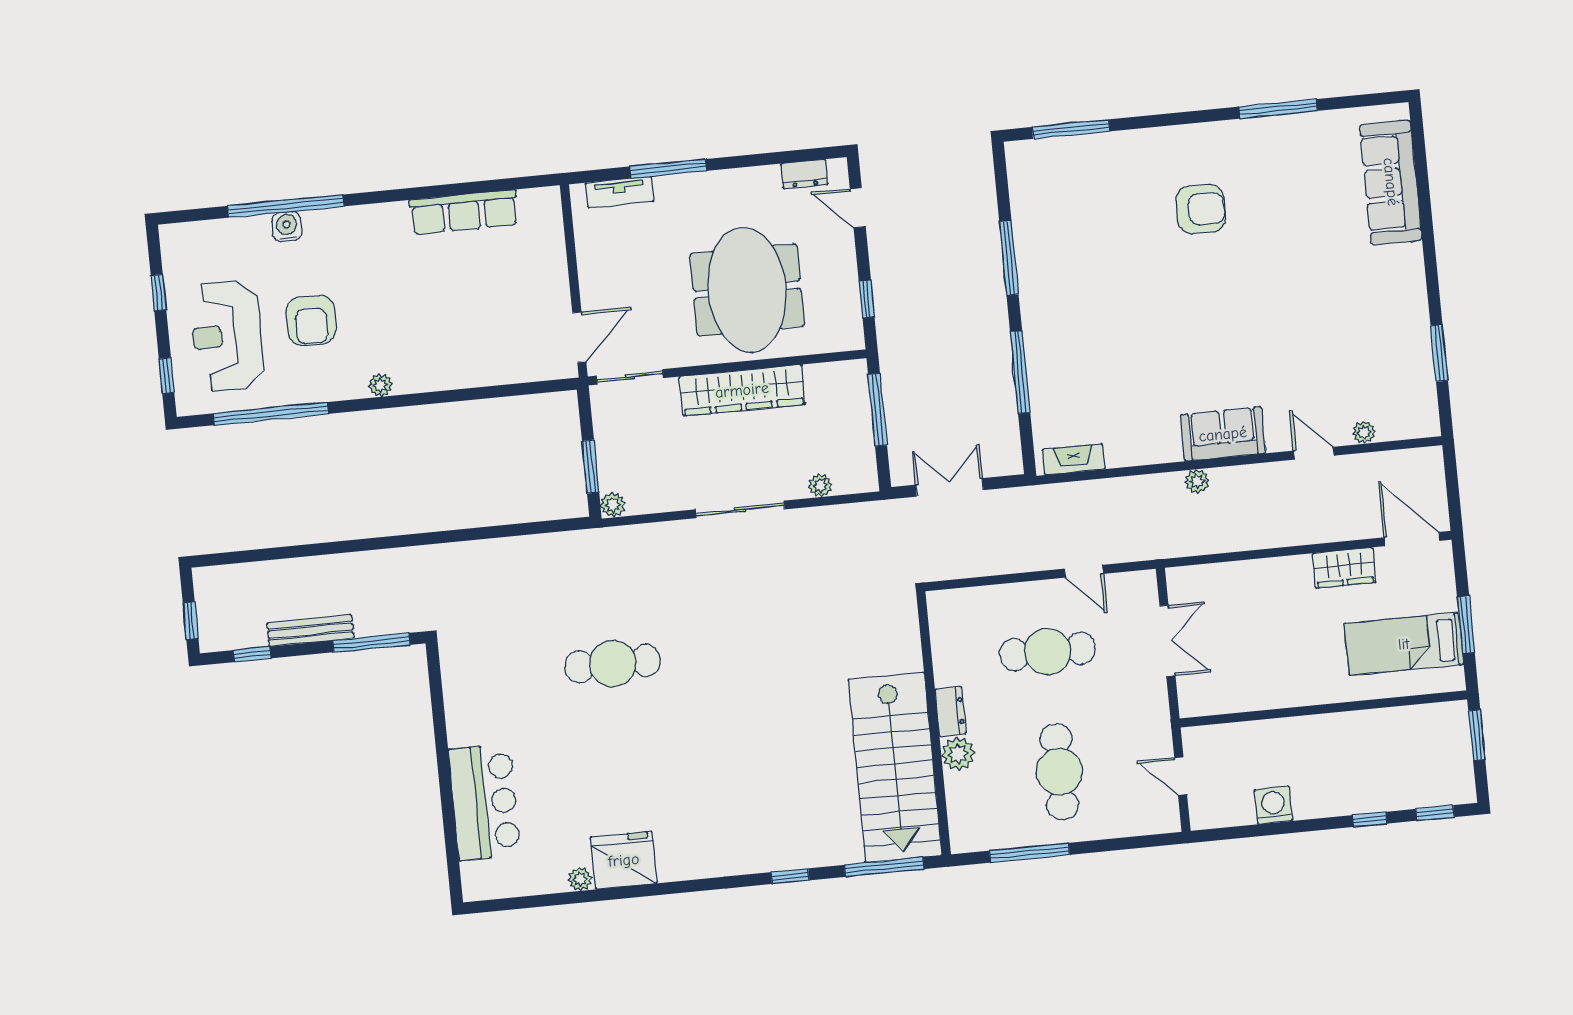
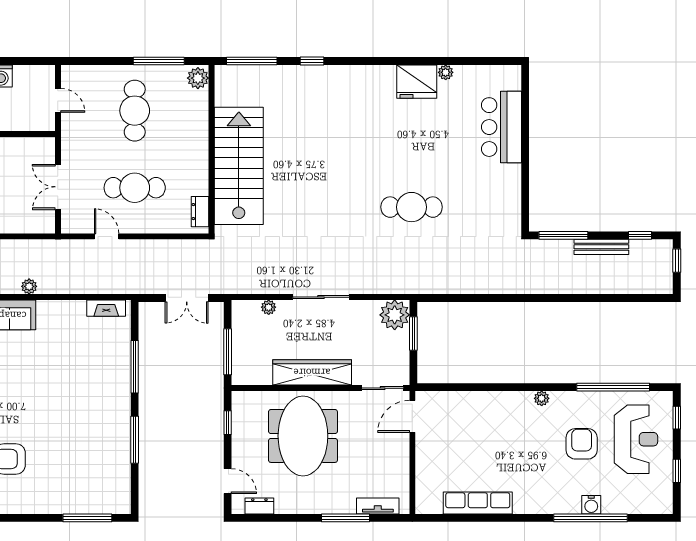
plant: (613, 505) -> (395, 315), width x1.88, depth x1.88
dresser: (950, 711) -> (200, 212), moved
plant: (958, 754) -> (198, 78), moved
stairs: (895, 767) -> (239, 166), moved

